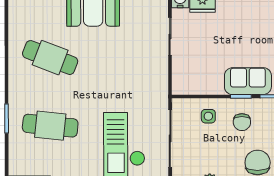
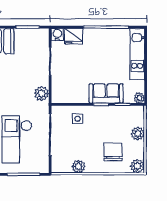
plant: (158, 81) -> (42, 94), added
chair: (242, 122) -> (102, 123), removed

